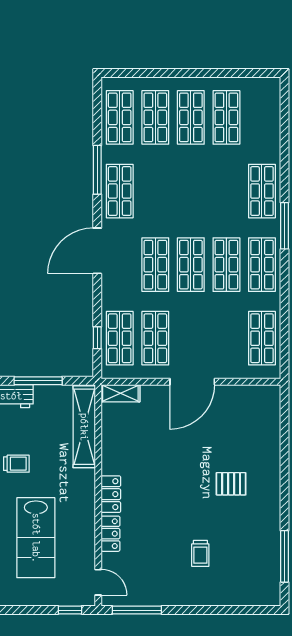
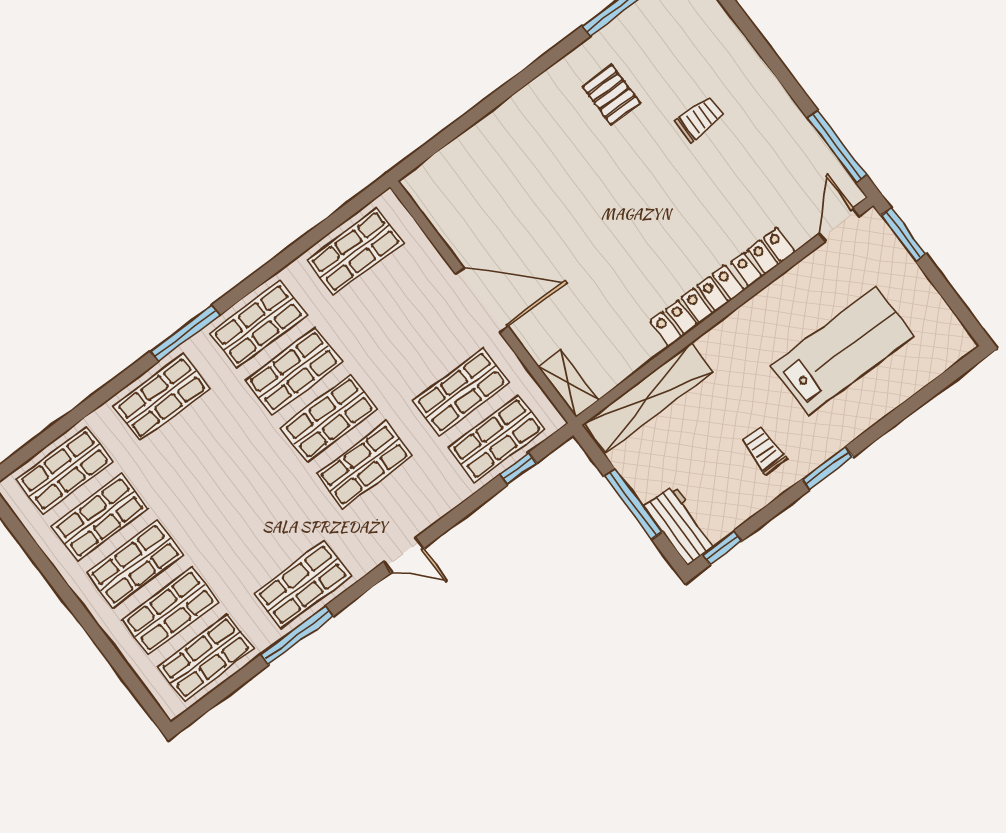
shop shelf: (262, 117) -> (65, 470), added
door: (97, 251) -> (404, 555), width x0.53
pallet: (231, 484) -> (611, 95), moved
locker: (111, 494) -> (697, 306), width x1.53
window: (70, 610) -> (904, 235), width x1.50

